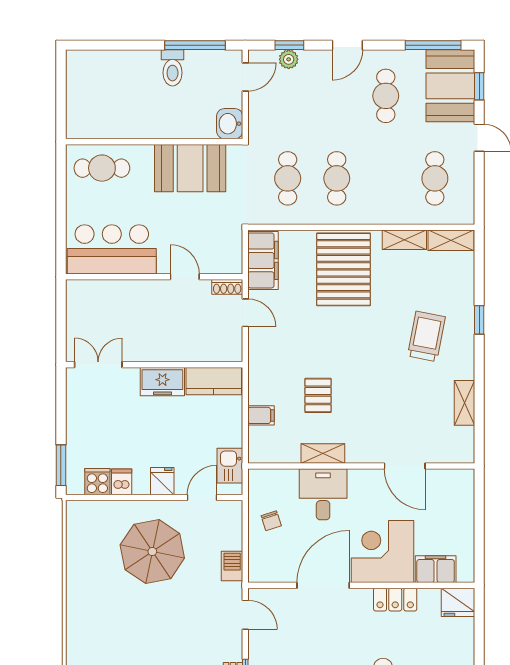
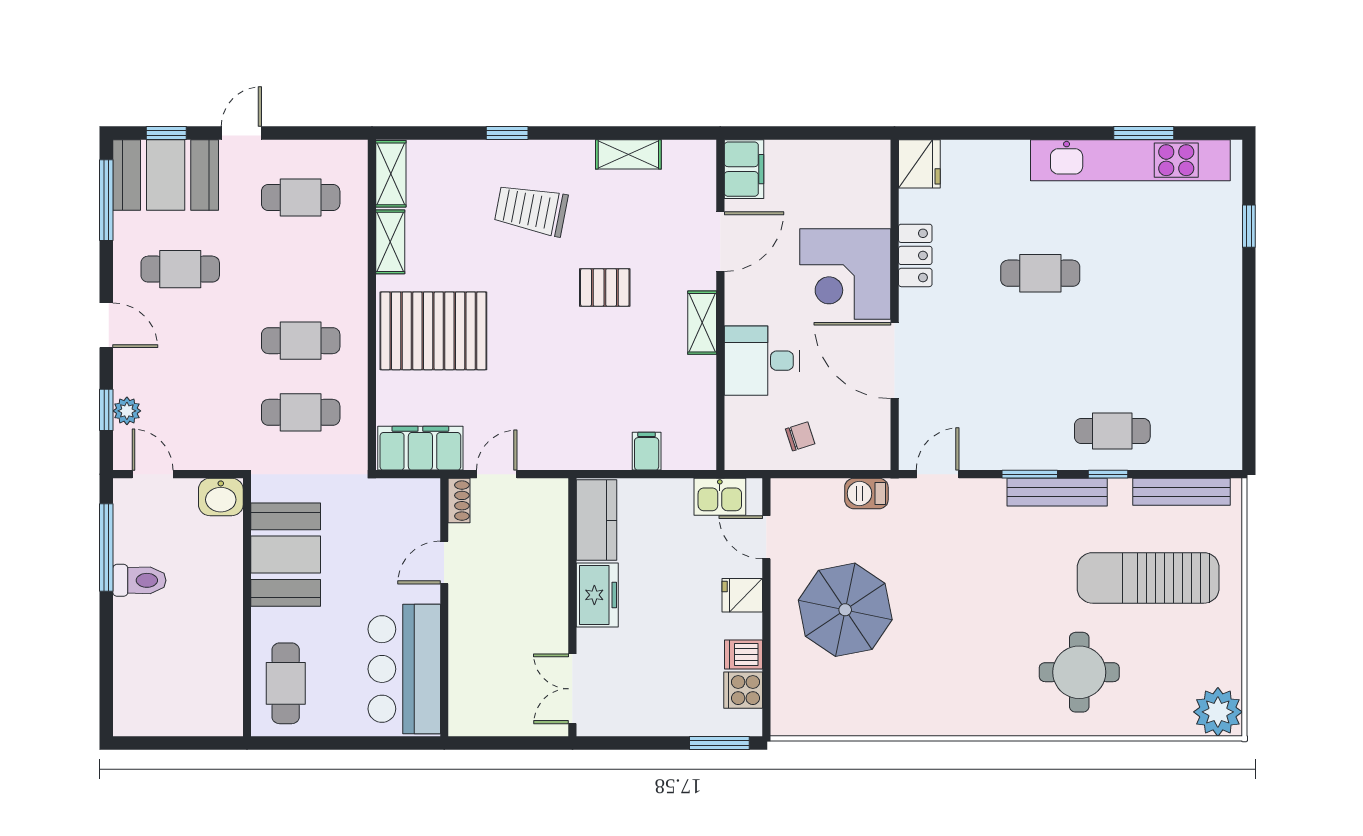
pallet: (318, 395) -> (605, 287), moved
shelving: (323, 454) -> (702, 323), moved
filing cabinet: (436, 569) -> (744, 169), moved, turned 180

